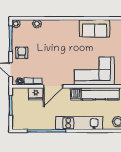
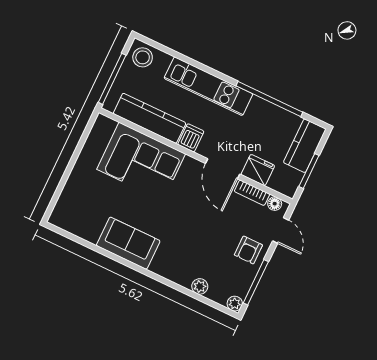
sofa: (95, 28) -> (128, 243), moved
door: (53, 86) -> (223, 169), swing flipped
kitchen counter: (19, 116) -> (305, 146), added

